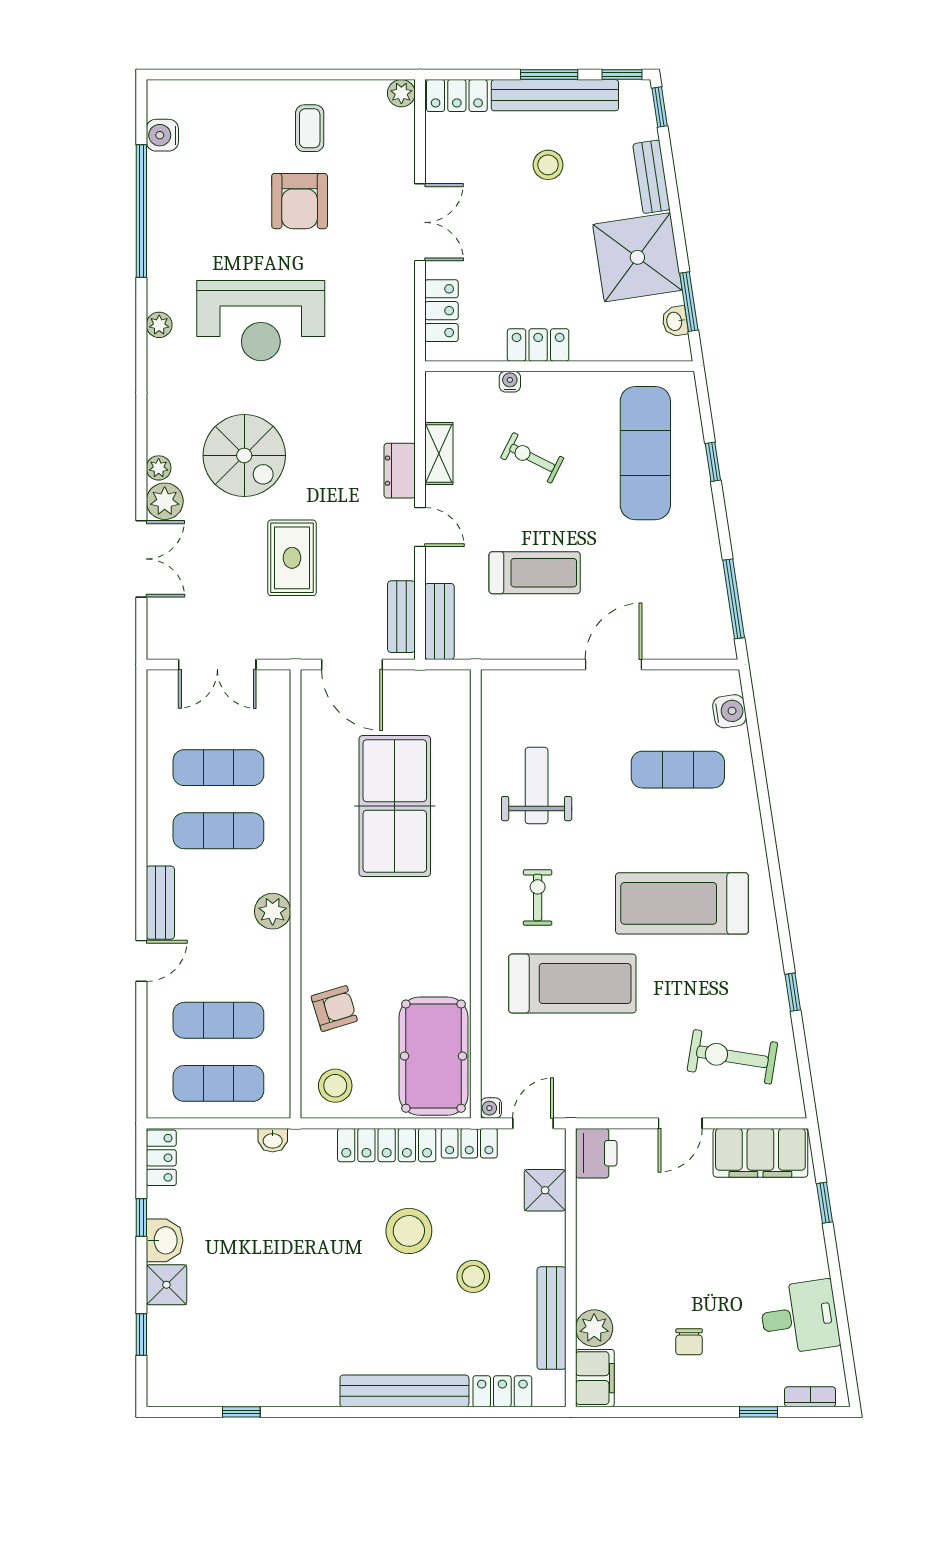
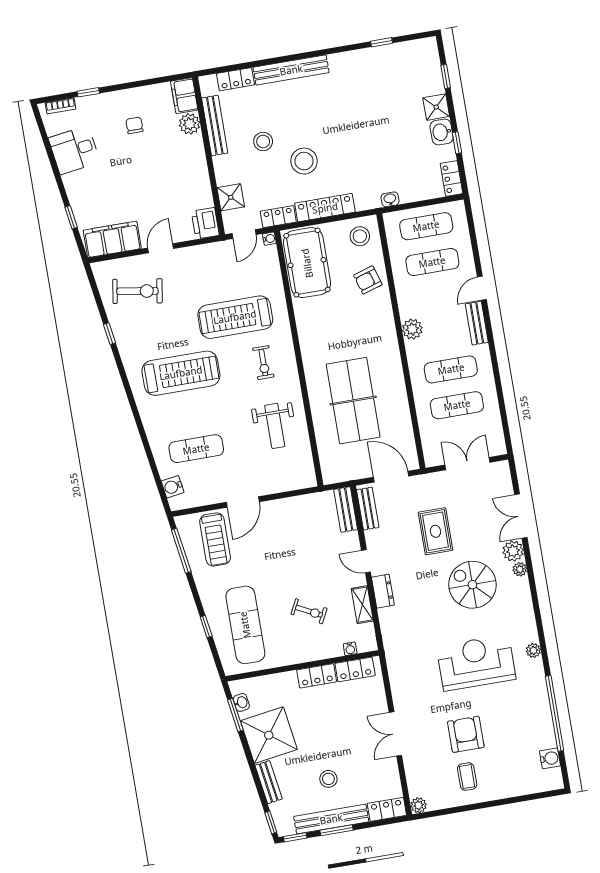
locker: (441, 311) -> (355, 669), moved, turned -90
water cooler: (510, 382) -> (350, 649), moved
treadmill: (535, 573) -> (215, 539), moved, turned -90

